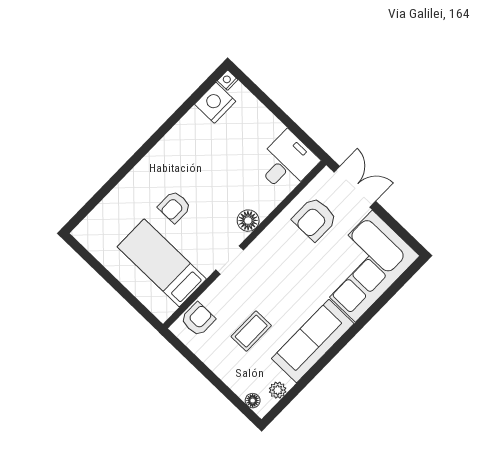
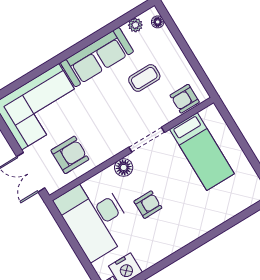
desk: (287, 162) -> (95, 218), width x1.87, depth x1.30
armchair: (174, 207) -> (148, 205), moved
doorway: (230, 260) -> (147, 140), width x1.38

